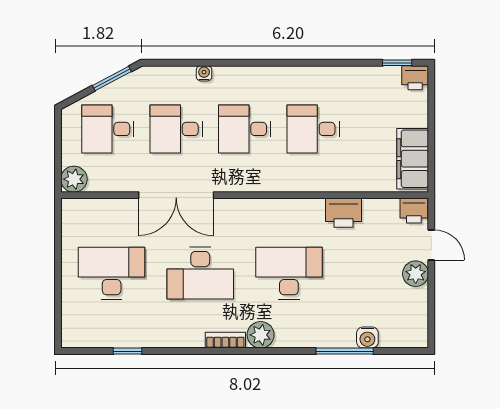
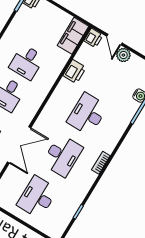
filing cabinet: (413, 159) -> (73, 36), moved, turned 90
door: (431, 245) -> (114, 40), swing flipped
plant: (261, 335) -> (108, 145), removed

